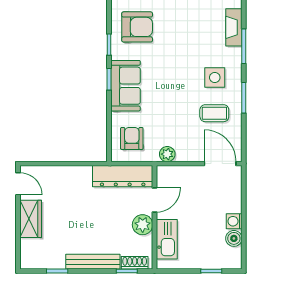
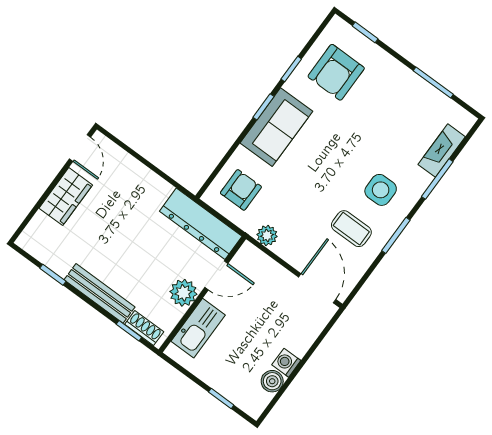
armchair: (137, 27) -> (336, 72), turned 90

